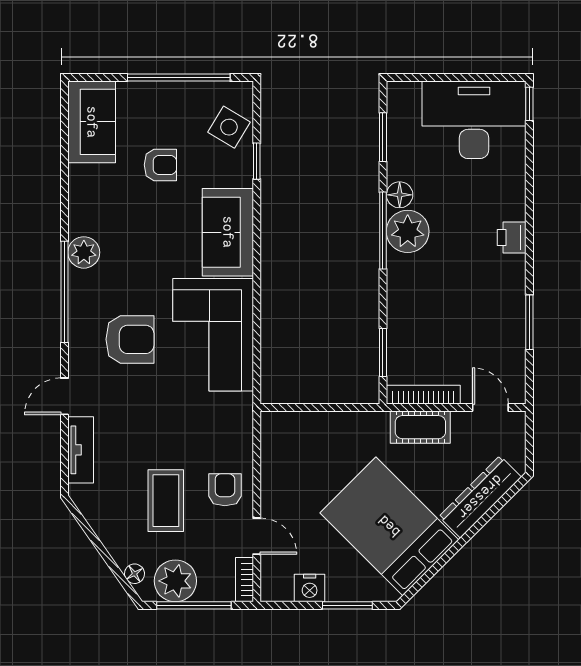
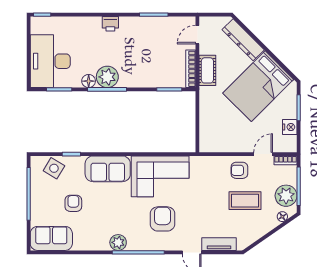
desk: (474, 120) -> (50, 61), moved

